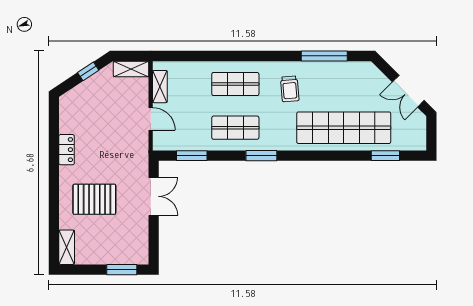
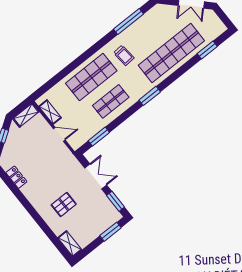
shop shelf: (235, 84) -> (91, 77), width x1.43, depth x1.36
locker: (67, 150) -> (16, 177), moved
window: (261, 156) -> (150, 96), moved
pallet: (94, 199) -> (64, 205), width x0.67, depth x0.71
window: (154, 241) -> (116, 201), added

